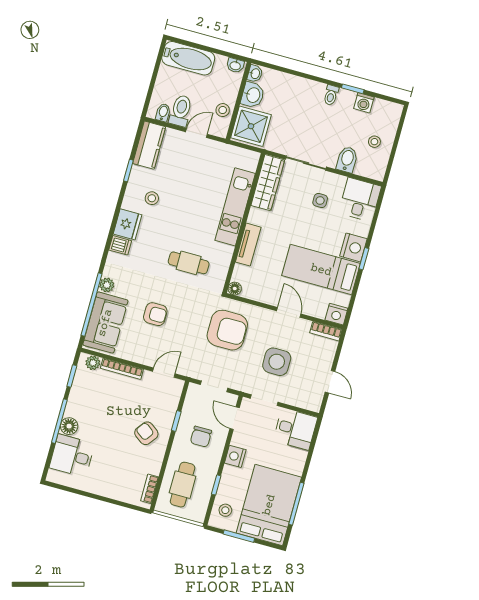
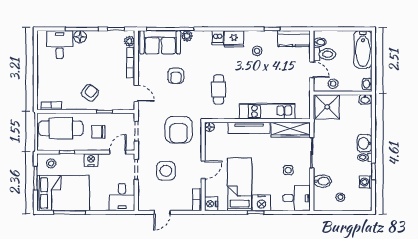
washbasin: (253, 95) -> (364, 143), moved, turned 90
tv unit: (248, 245) -> (249, 128), width x1.41
cafe table: (183, 485) -> (61, 128), width x1.37, depth x1.35

